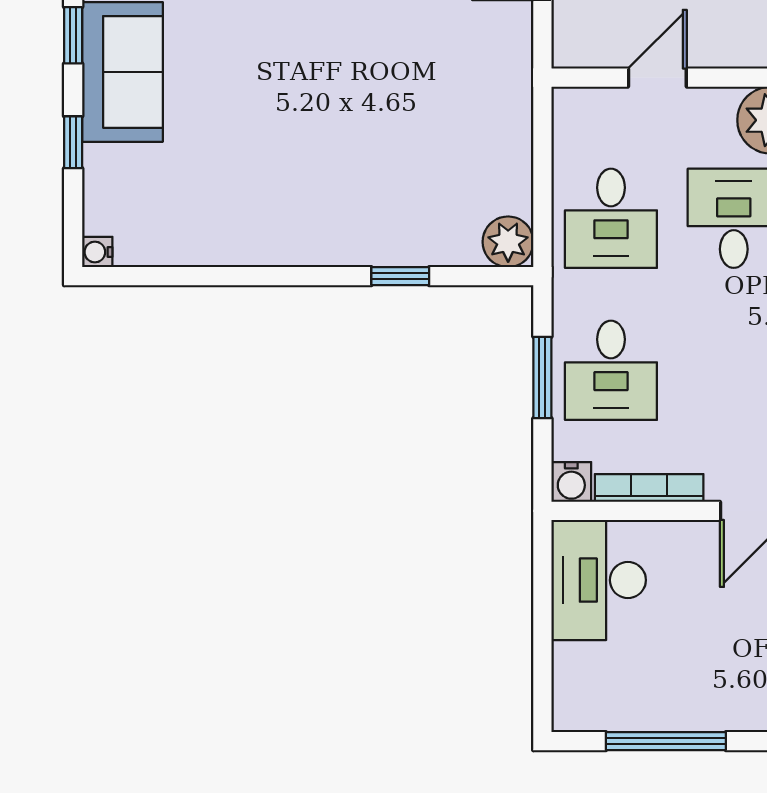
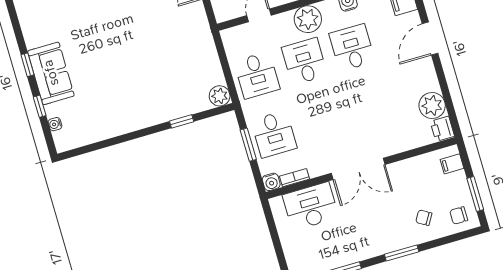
water cooler: (97, 252) -> (55, 124), moved
bookcase: (649, 488) -> (294, 178), width x0.64
desk: (599, 580) -> (311, 206), moved, turned 90

